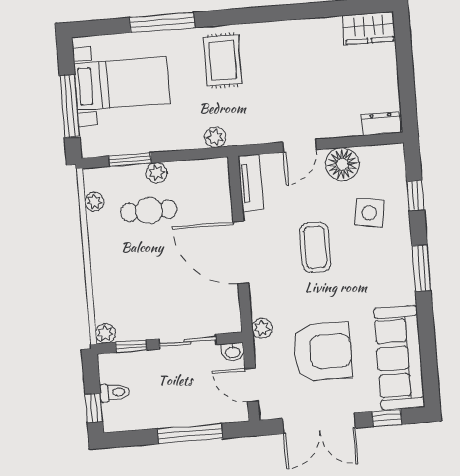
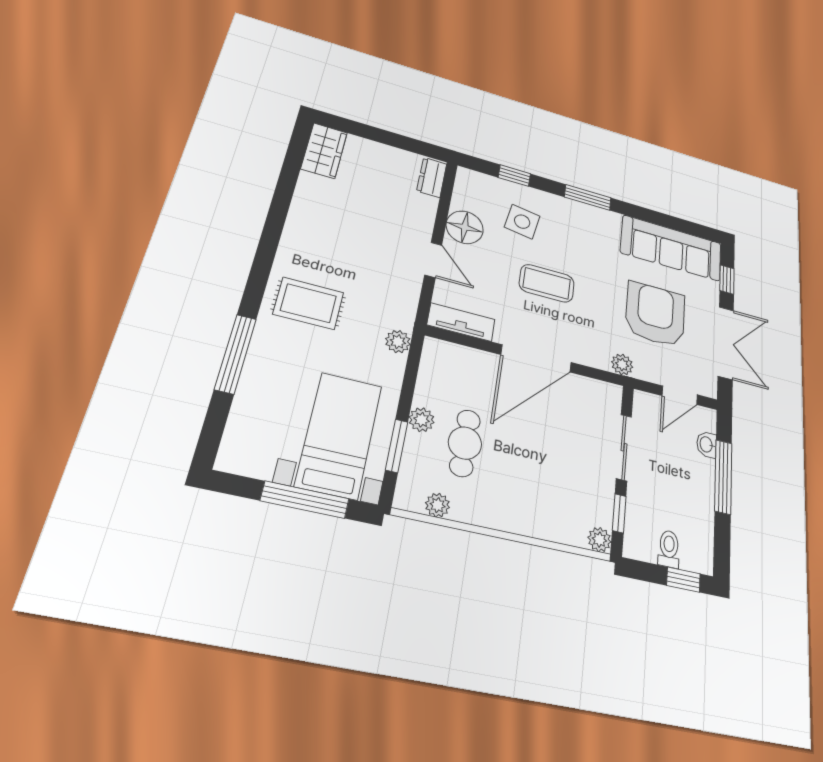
bed with nightstands: (122, 83) -> (339, 435), moved
washbasin: (233, 352) -> (707, 445), moved, turned 180

